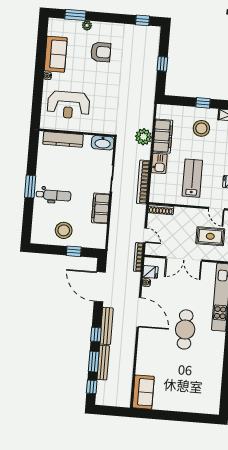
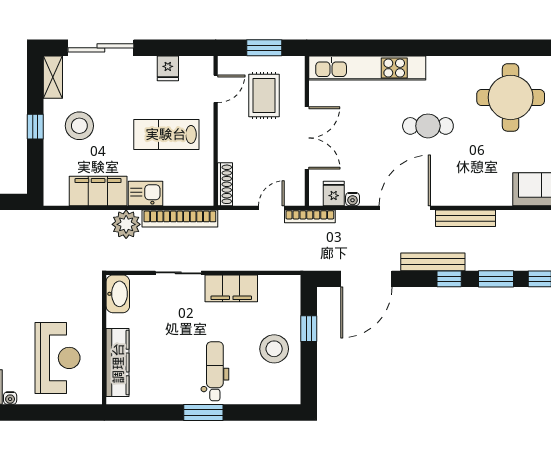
plant: (143, 137) -> (126, 224), moved
cafe table: (185, 329) -> (428, 126), width x0.73, depth x0.74
bench: (103, 363) -> (465, 218), moved
round table: (198, 378) -> (511, 97), added

